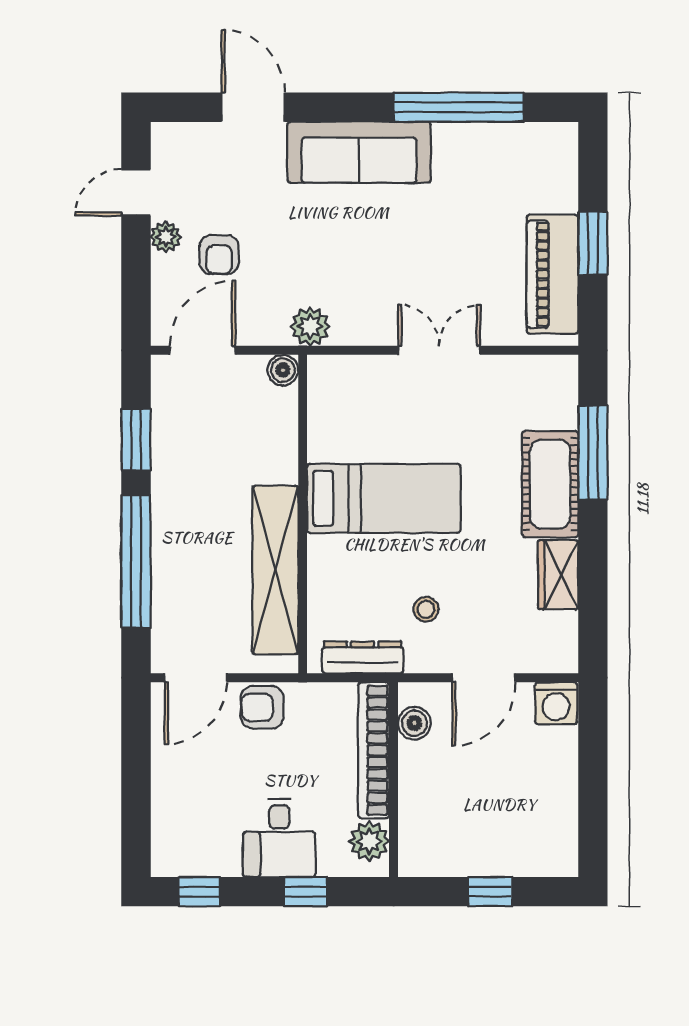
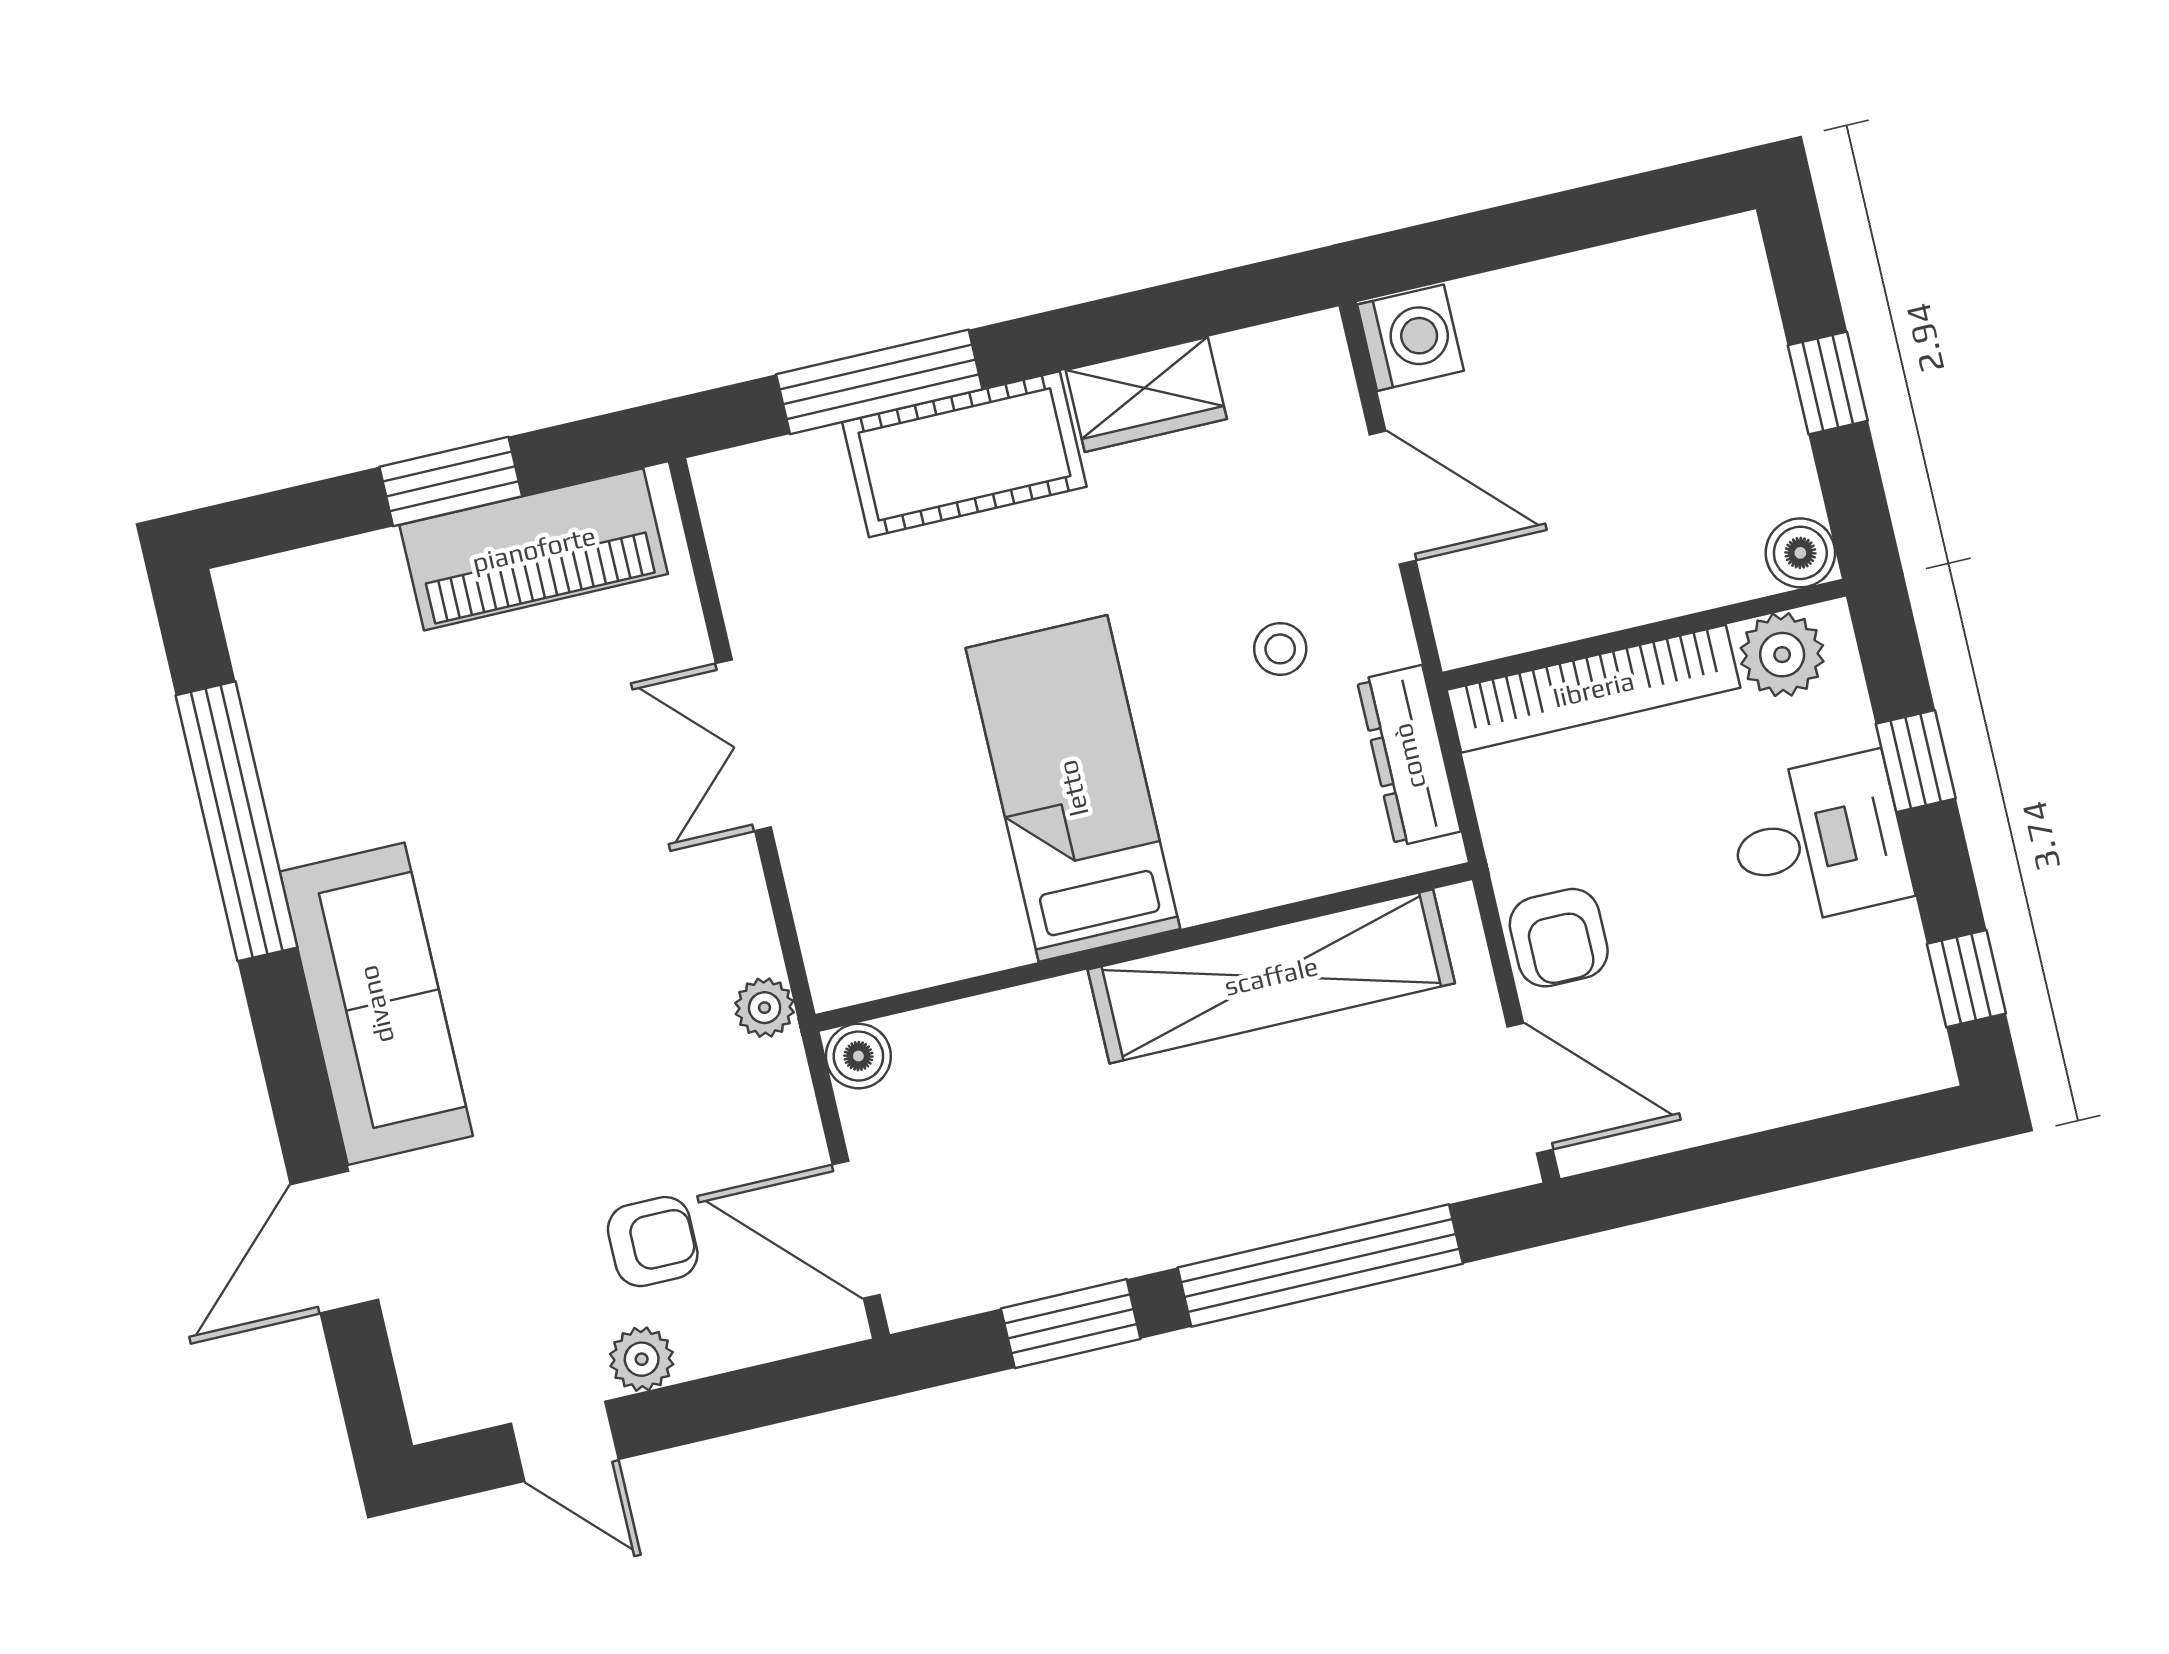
plant: (310, 326) -> (765, 1008), width x0.73, depth x0.73
boiler: (414, 723) -> (1800, 553), moved

